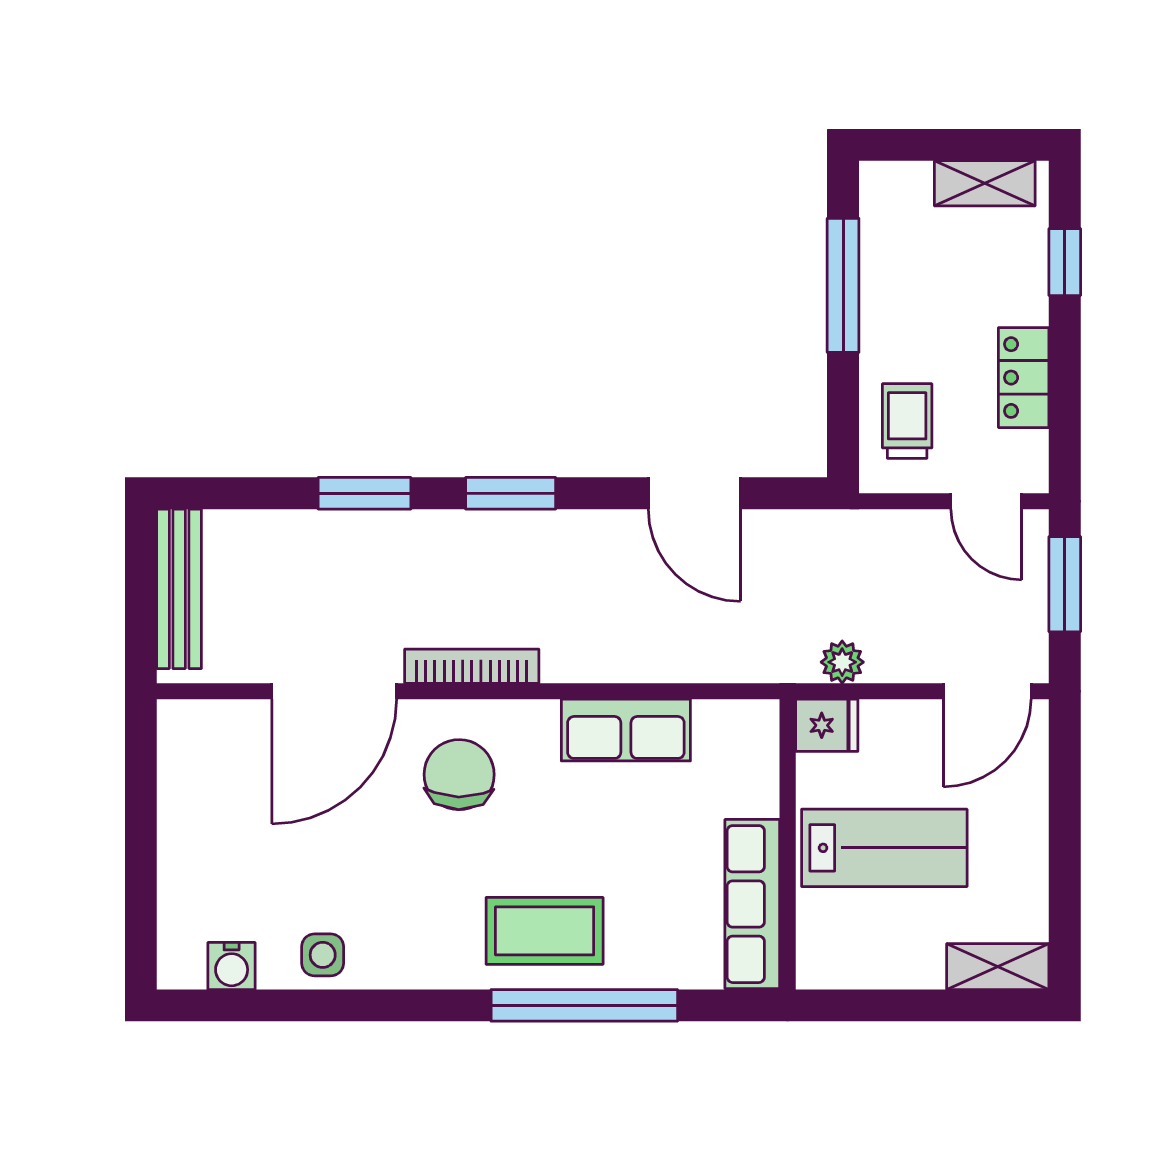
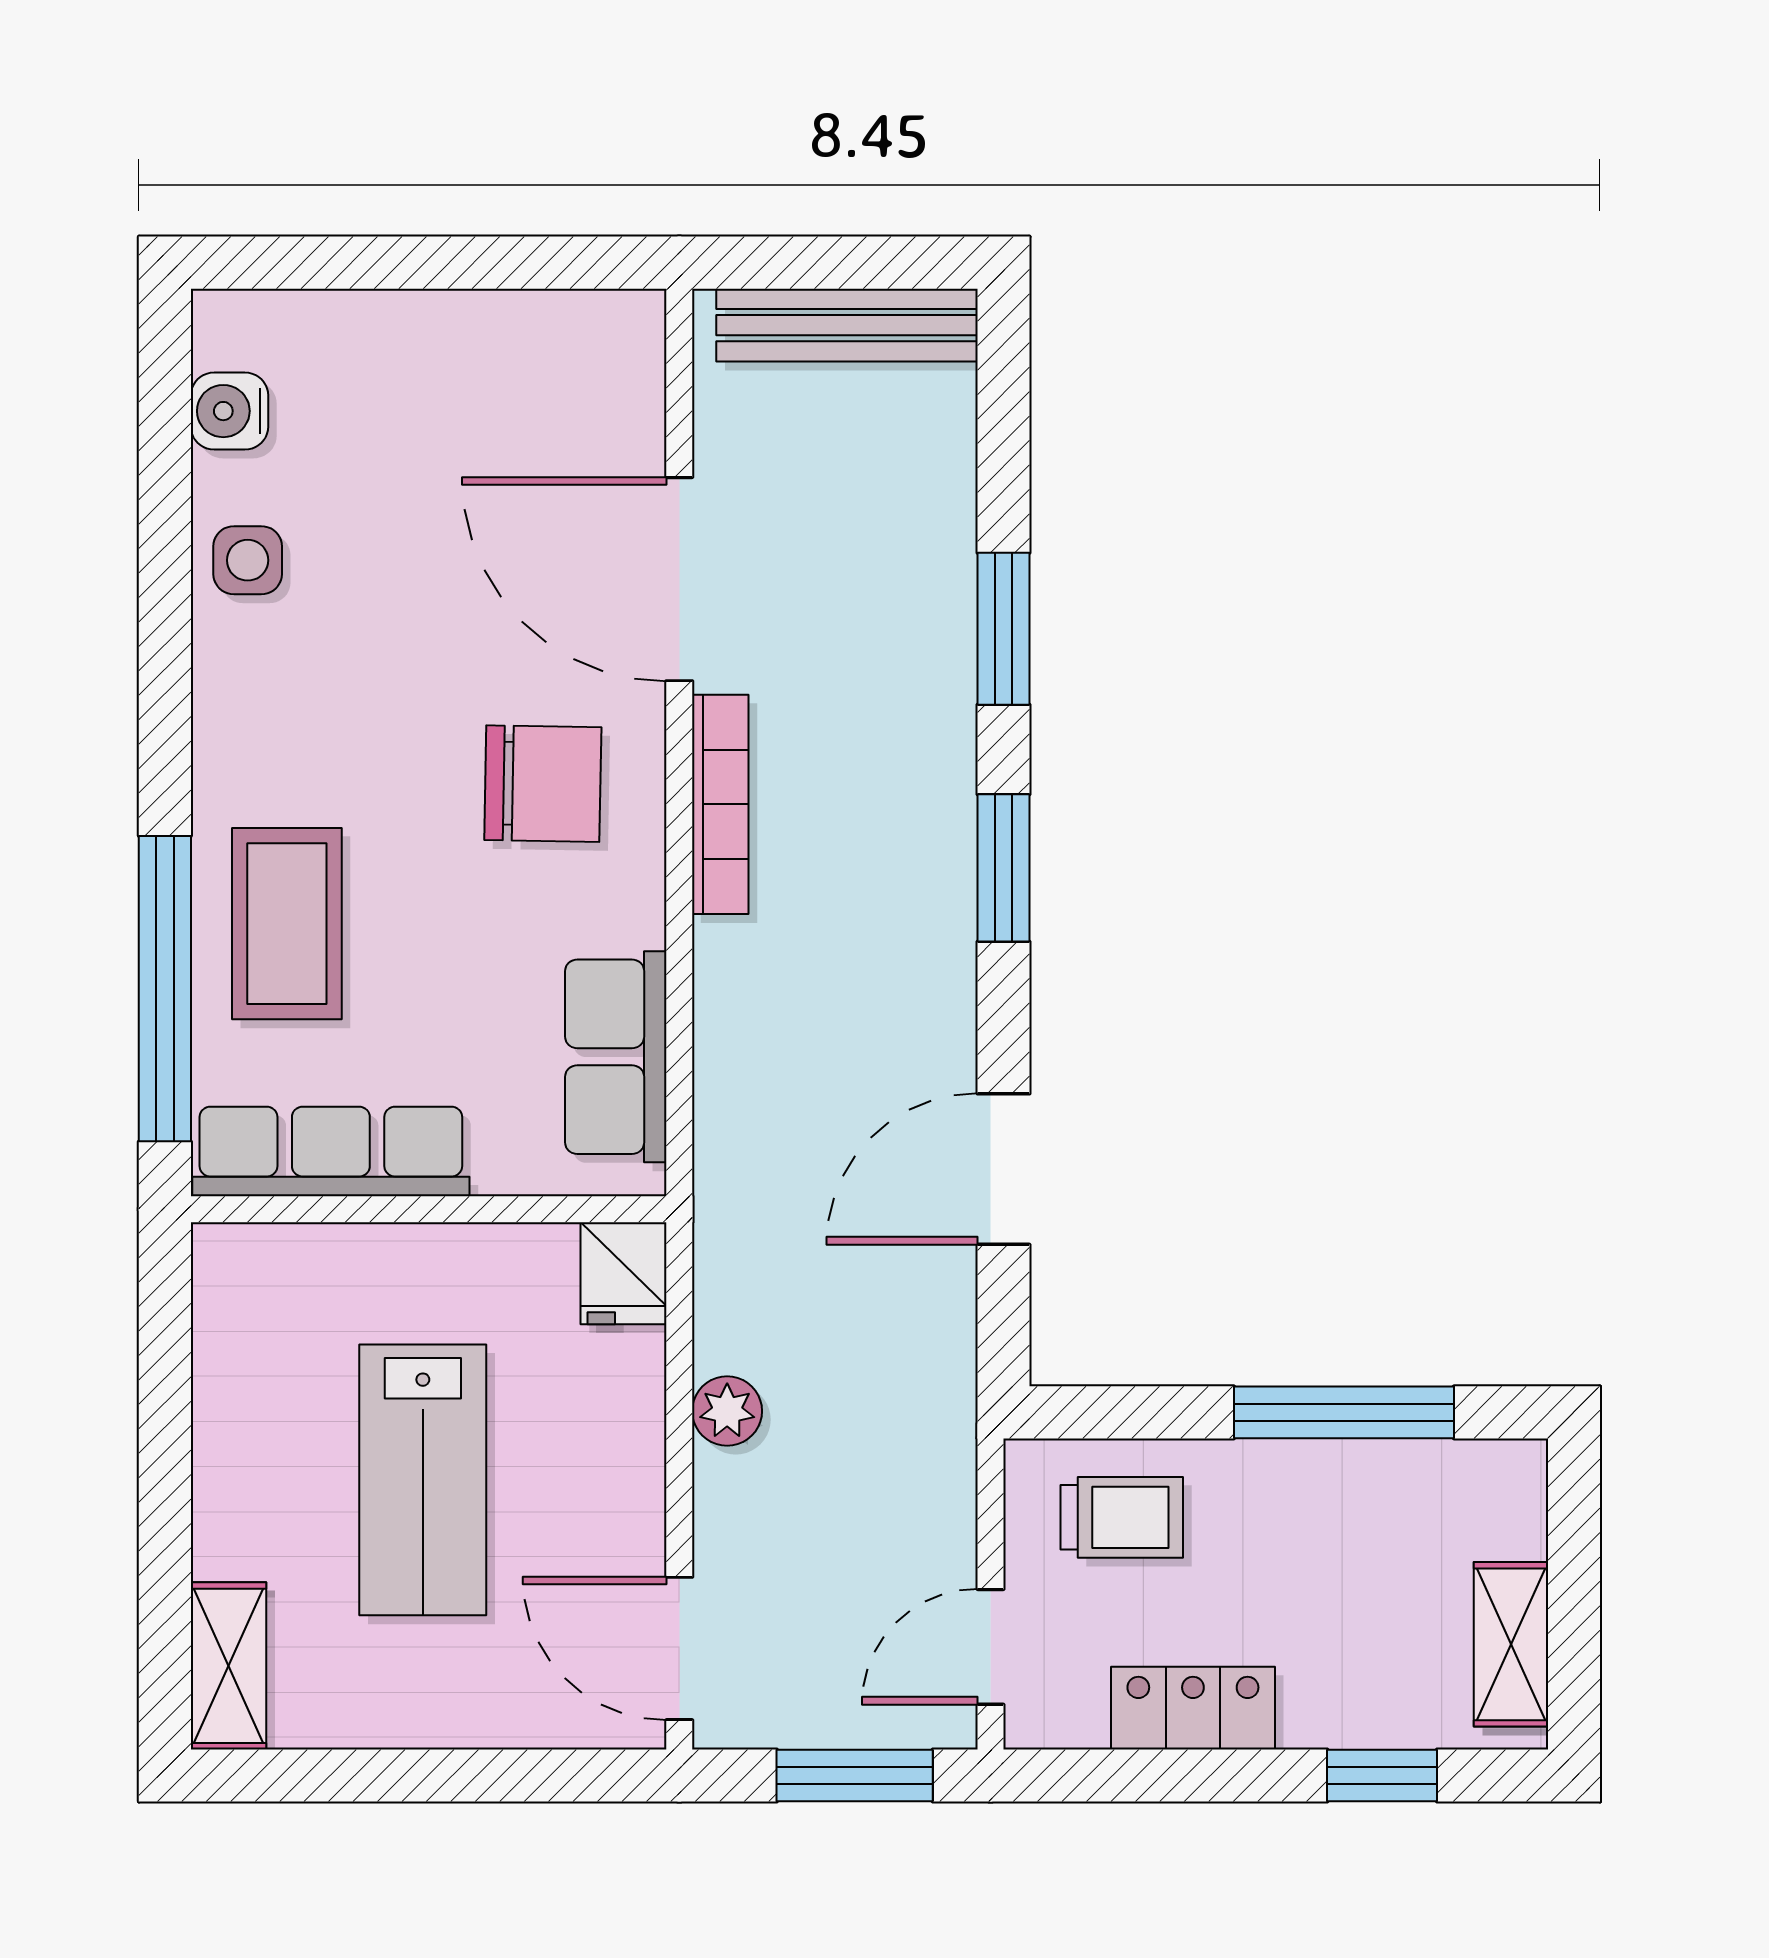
fridge: (827, 725) -> (624, 1273), moved
wall: (788, 844) -> (429, 1209), moved
row of seats: (752, 904) -> (331, 1151), moved

